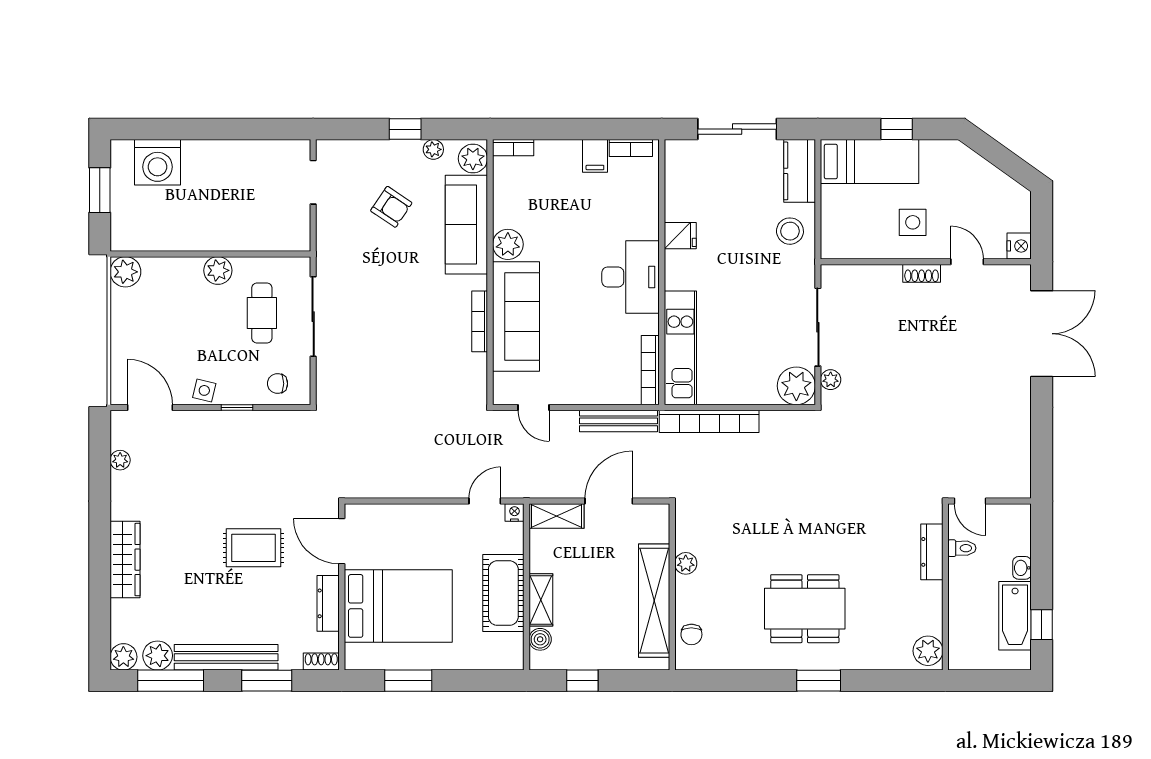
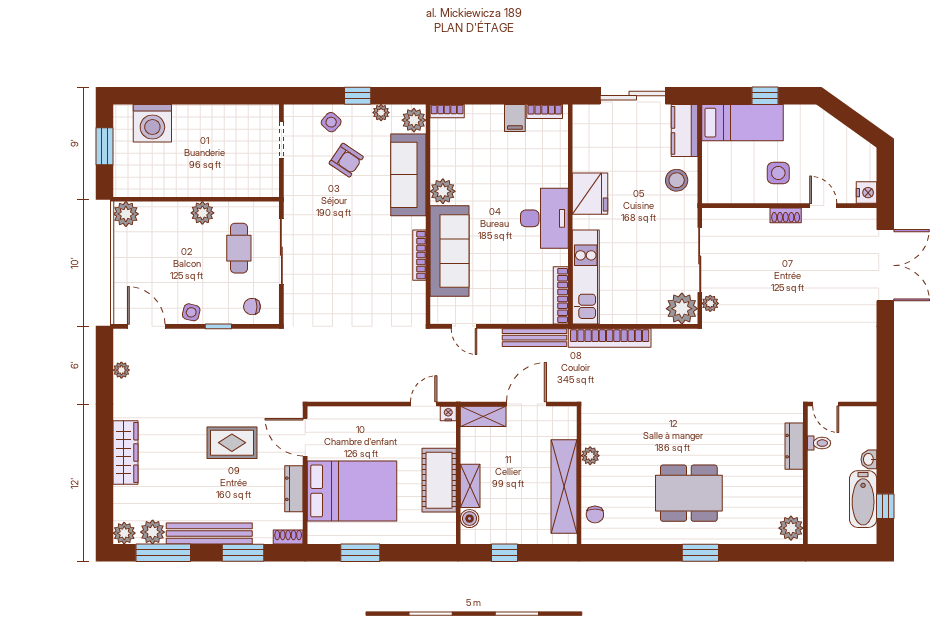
side table: (373, 161) -> (331, 122), added
fridge: (680, 236) -> (590, 194), width x1.88, depth x1.34

